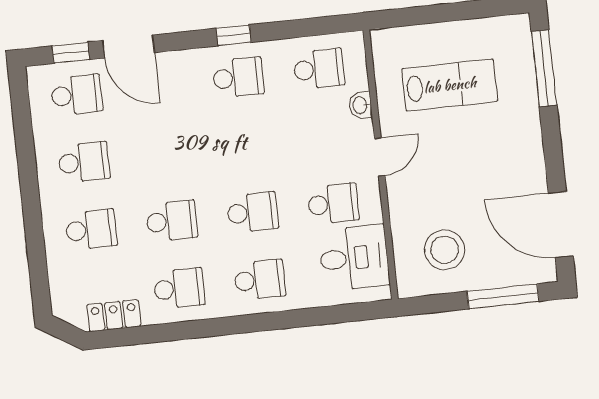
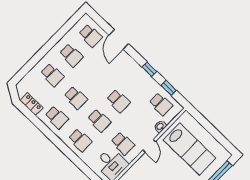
window: (71, 53) -> (169, 88), moved
school desk: (238, 77) -> (118, 101), moved
lab bench: (450, 85) -> (190, 149), width x1.36, depth x1.39
door: (380, 157) -> (149, 146), hinge flipped

